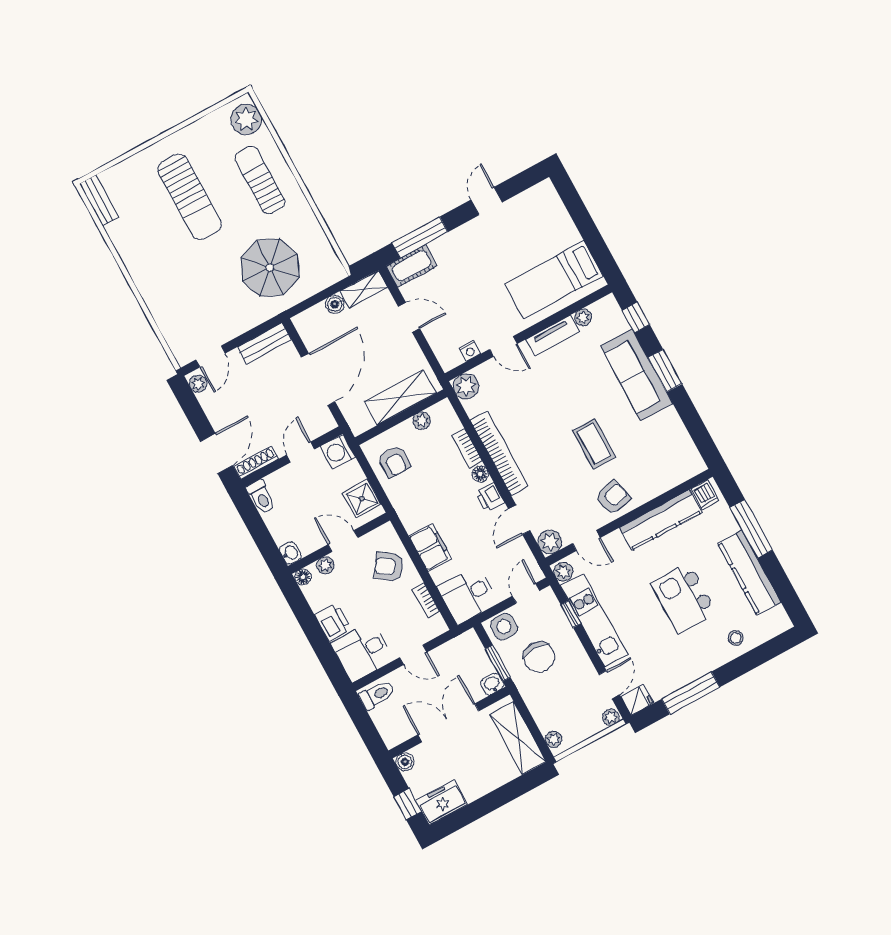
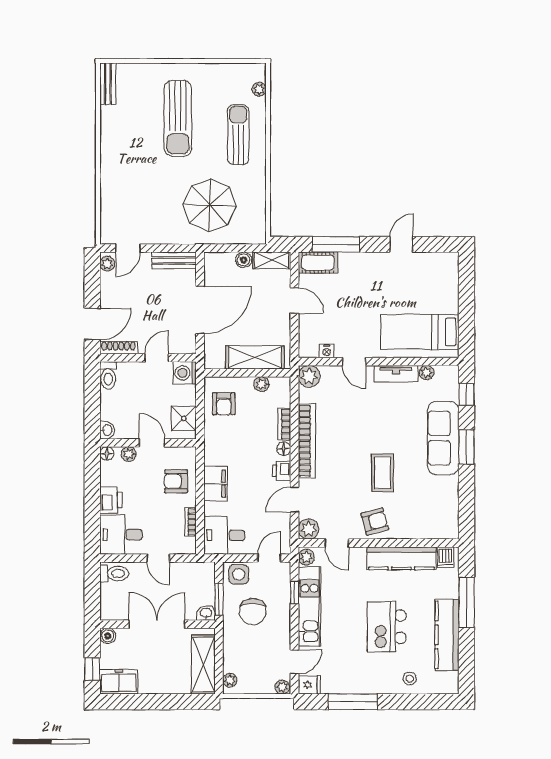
plant: (246, 119) -> (259, 89), width x0.53, depth x0.53
armchair: (389, 567) -> (176, 481), turned -36

